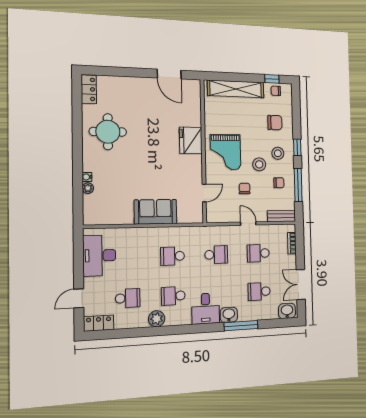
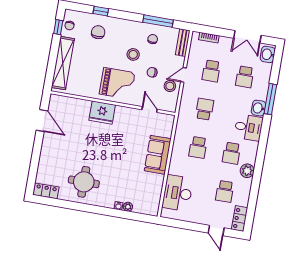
door: (169, 74) -> (42, 121), hinge flipped
window: (297, 147) -> (101, 11), moved
stool: (278, 153) -> (170, 86), moved
desk: (99, 255) -> (178, 193), moved, turned 90
school desk: (128, 298) -> (225, 191), turned 180

